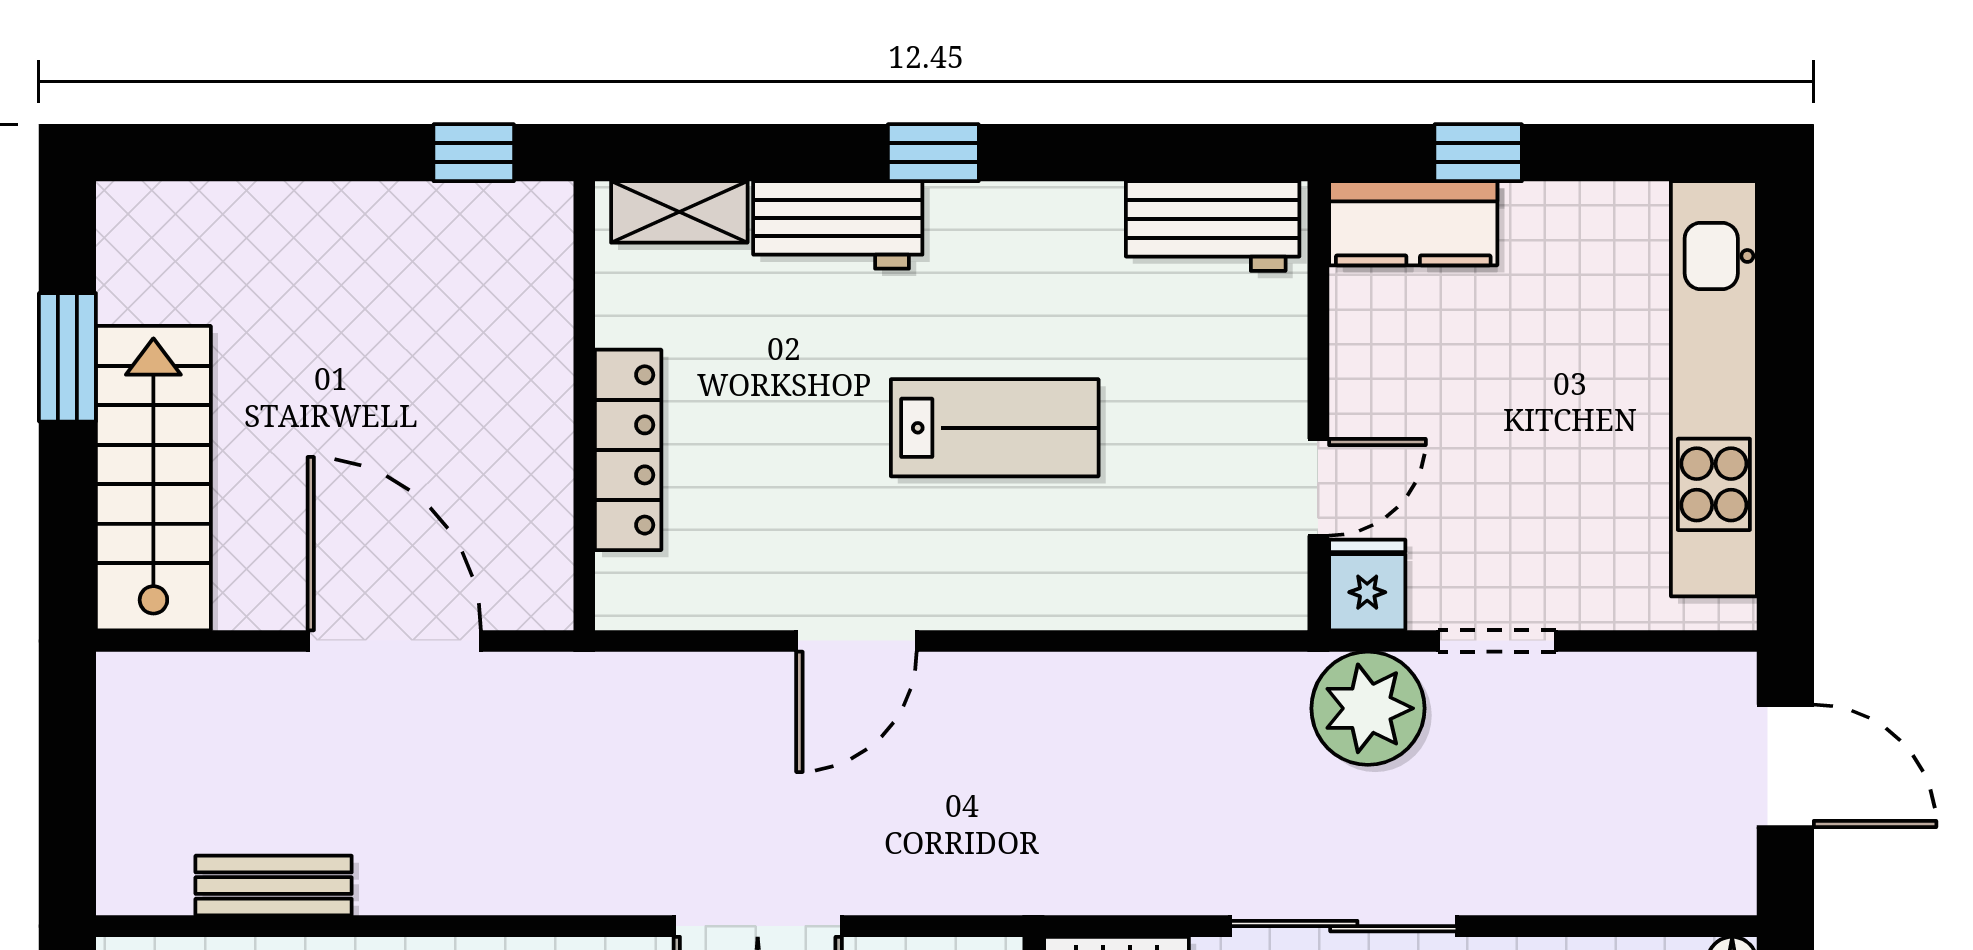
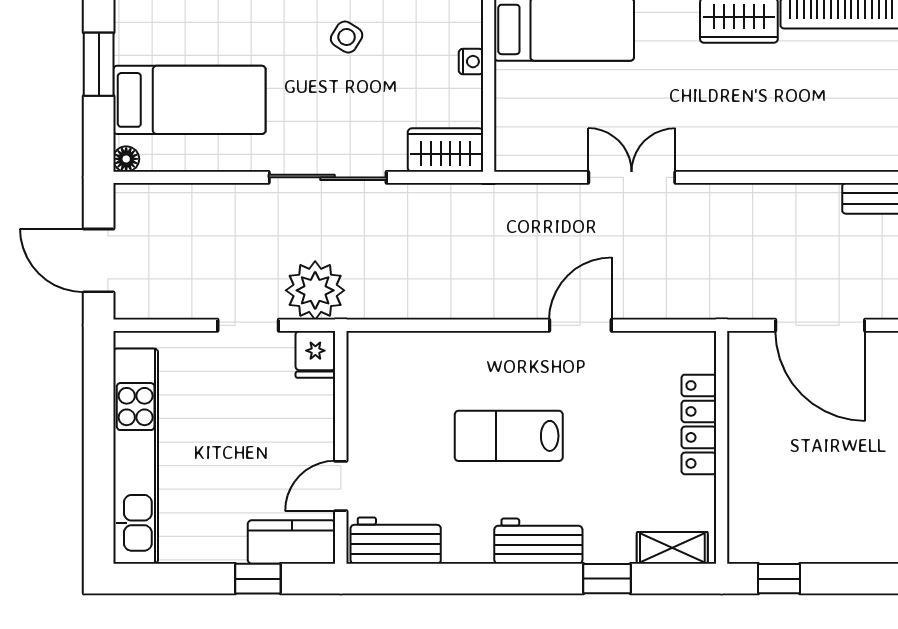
window: (933, 153) -> (607, 579), moved
workbench: (838, 225) -> (538, 541), moved
door: (1318, 487) -> (341, 486), moved

